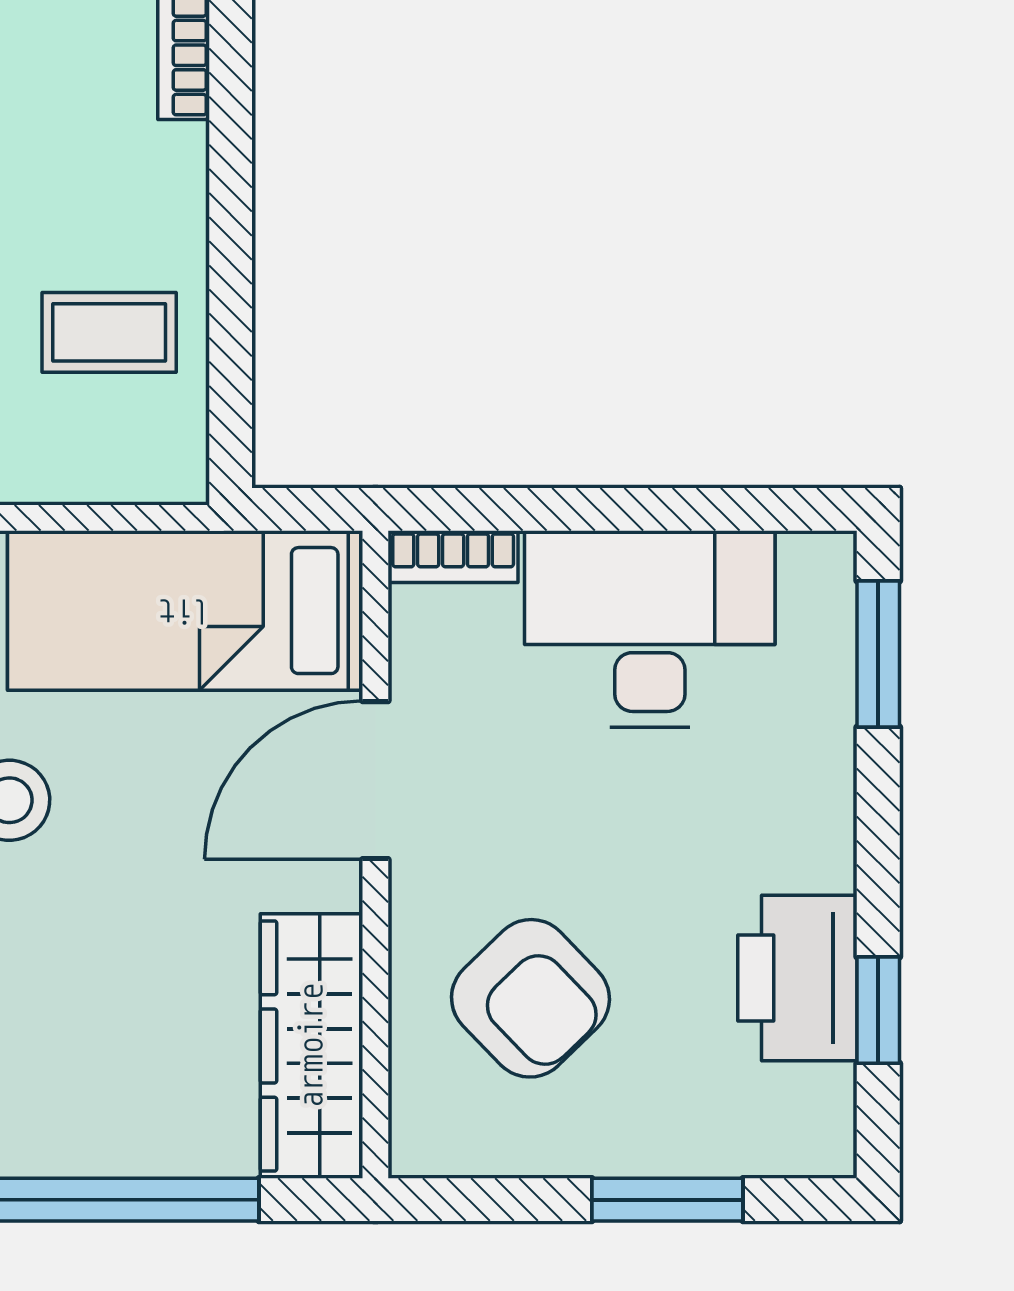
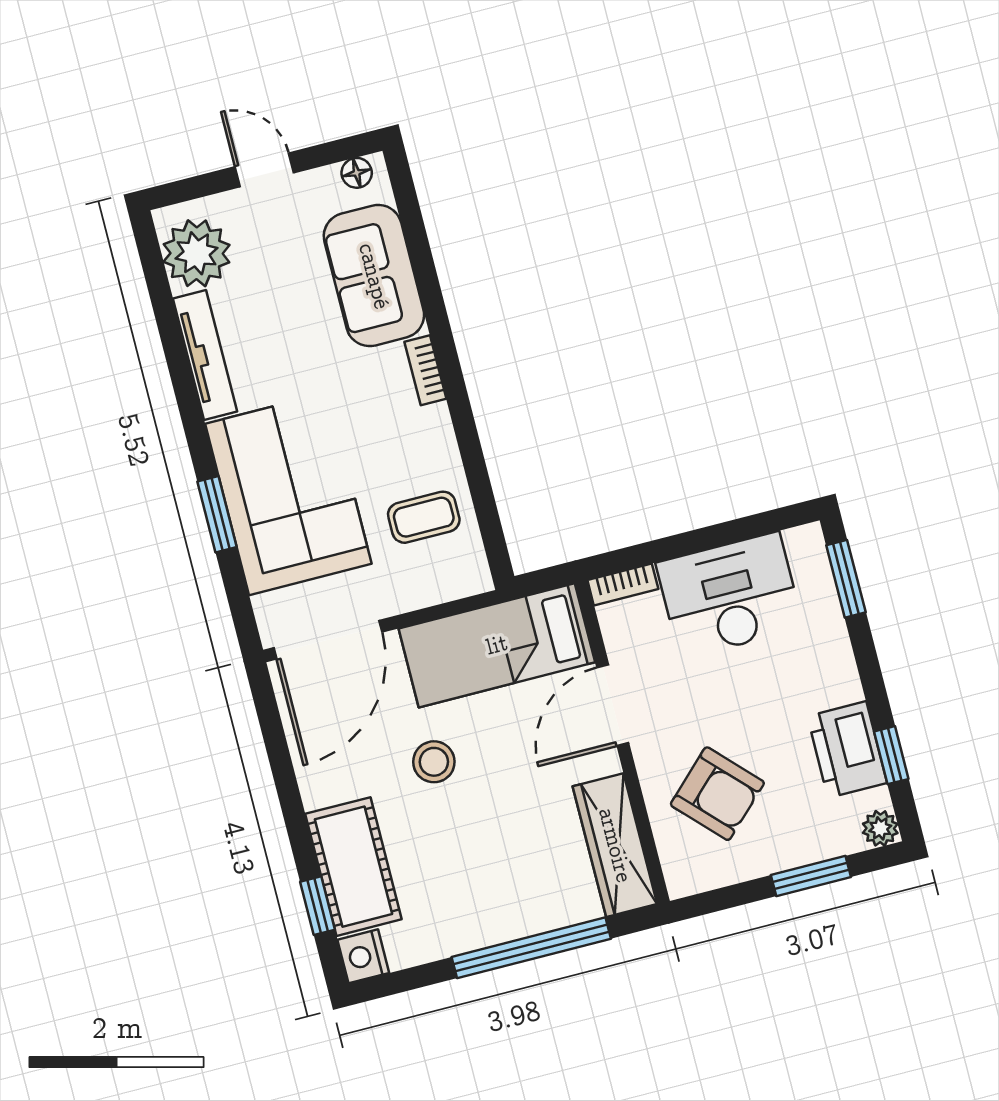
plant: (822, 1143) -> (880, 828), added

